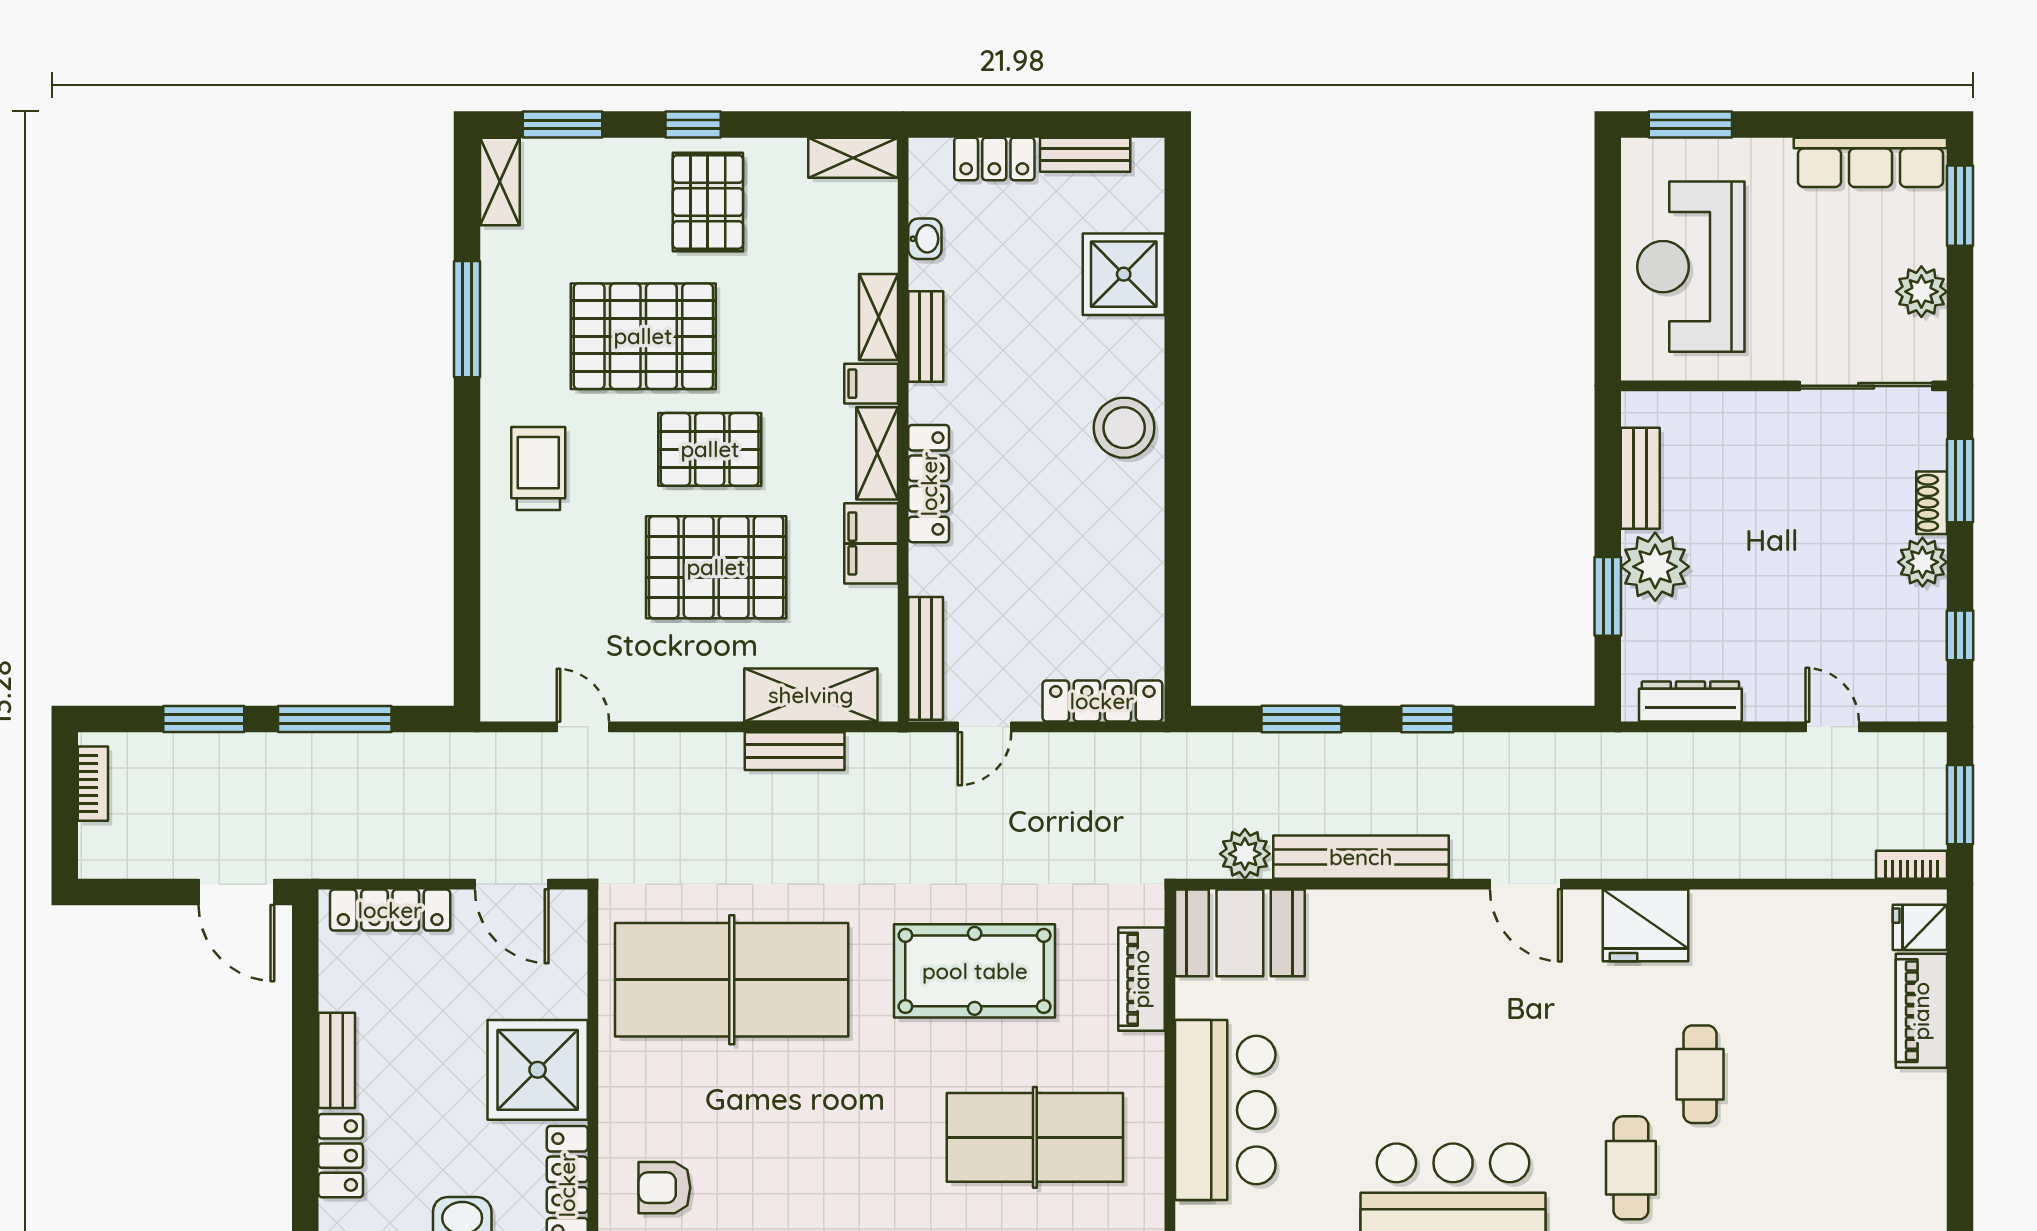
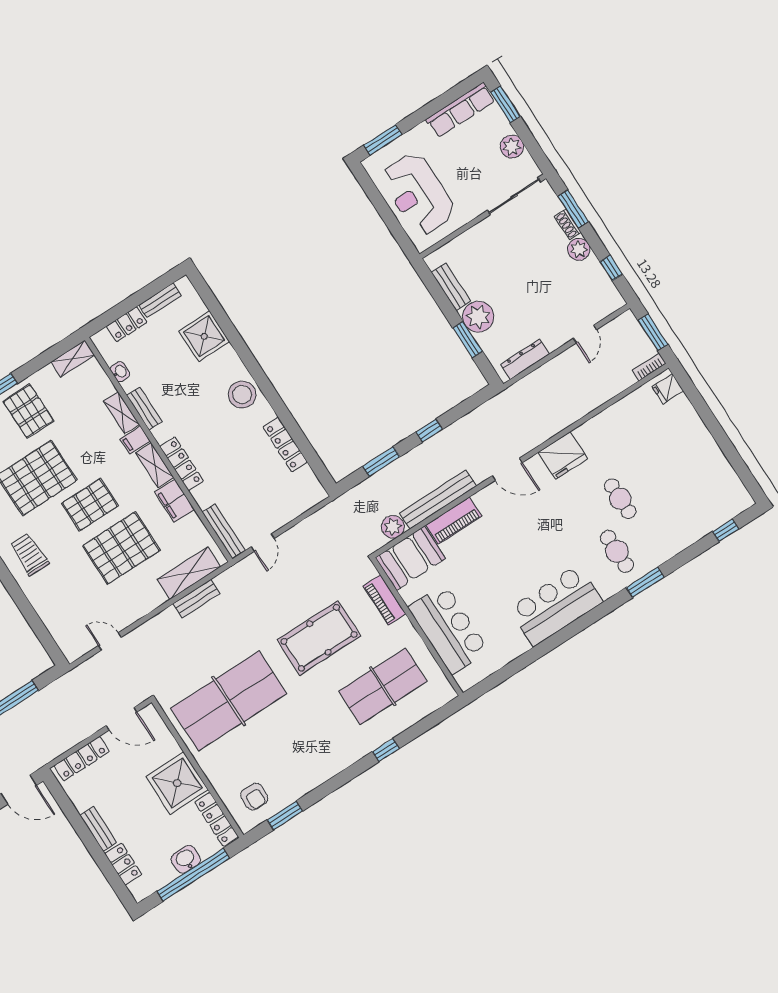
locker: (1102, 701) -> (285, 444), moved, turned -90
door: (1832, 727) -> (585, 334), swing flipped
piano: (1921, 1011) -> (454, 520), moved, turned -90
armchair: (664, 1188) -> (254, 797), turned -90

